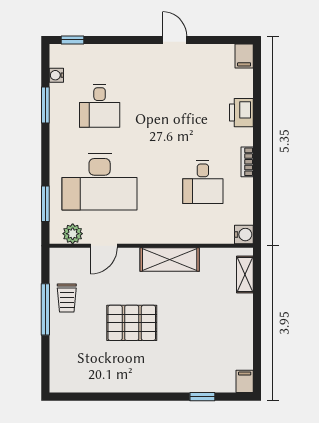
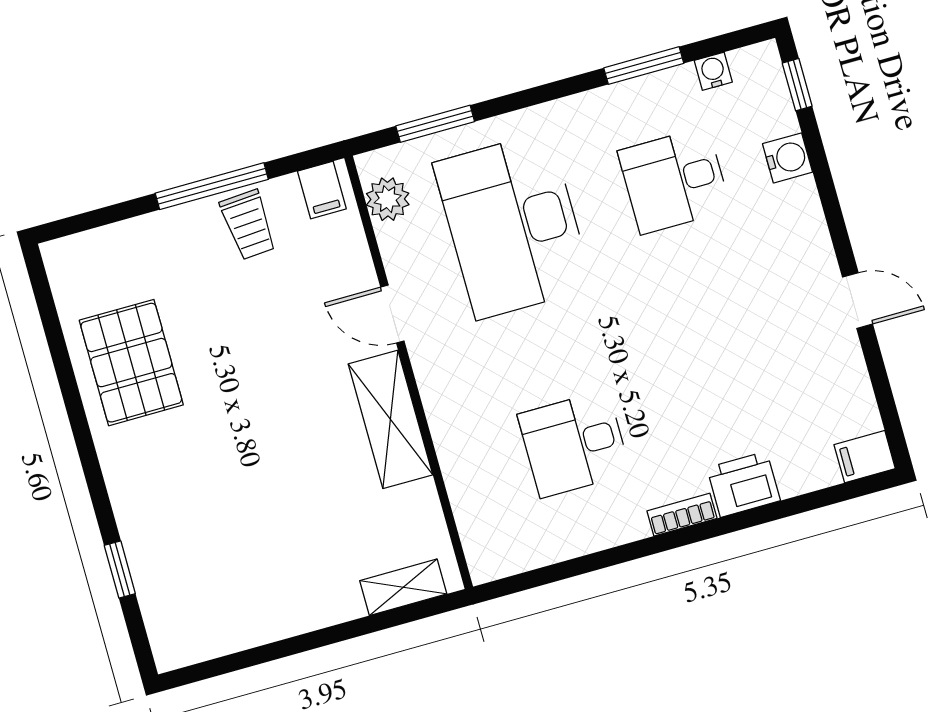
door: (175, 40) -> (857, 301), hinge flipped
bookcase: (247, 162) -> (682, 515), moved
water cooler: (244, 235) -> (788, 158), moved, turned -90
door: (104, 246) -> (392, 314), moved
trolley: (67, 298) -> (248, 225), turned -94
pallet: (132, 323) -> (131, 363), moved
filing cabinet: (245, 381) -> (322, 190), moved, turned 90

